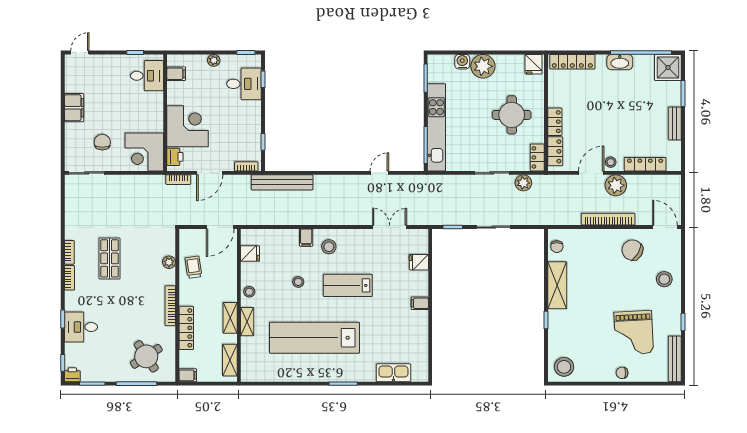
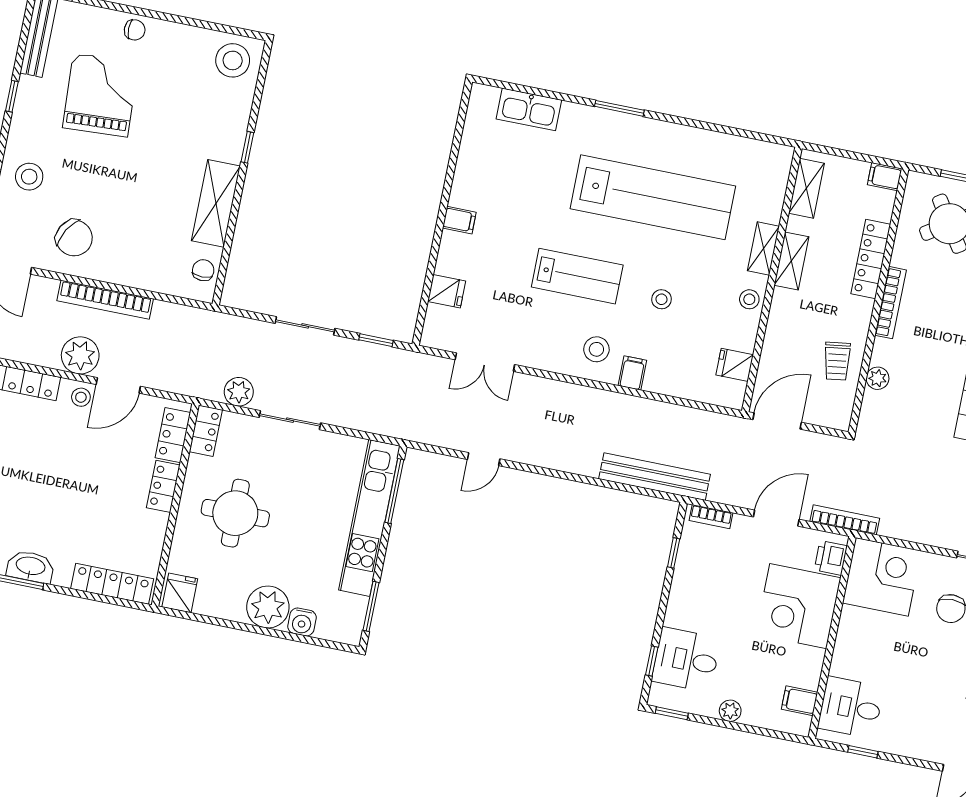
bookcase: (178, 180) -> (845, 520), width x1.56

